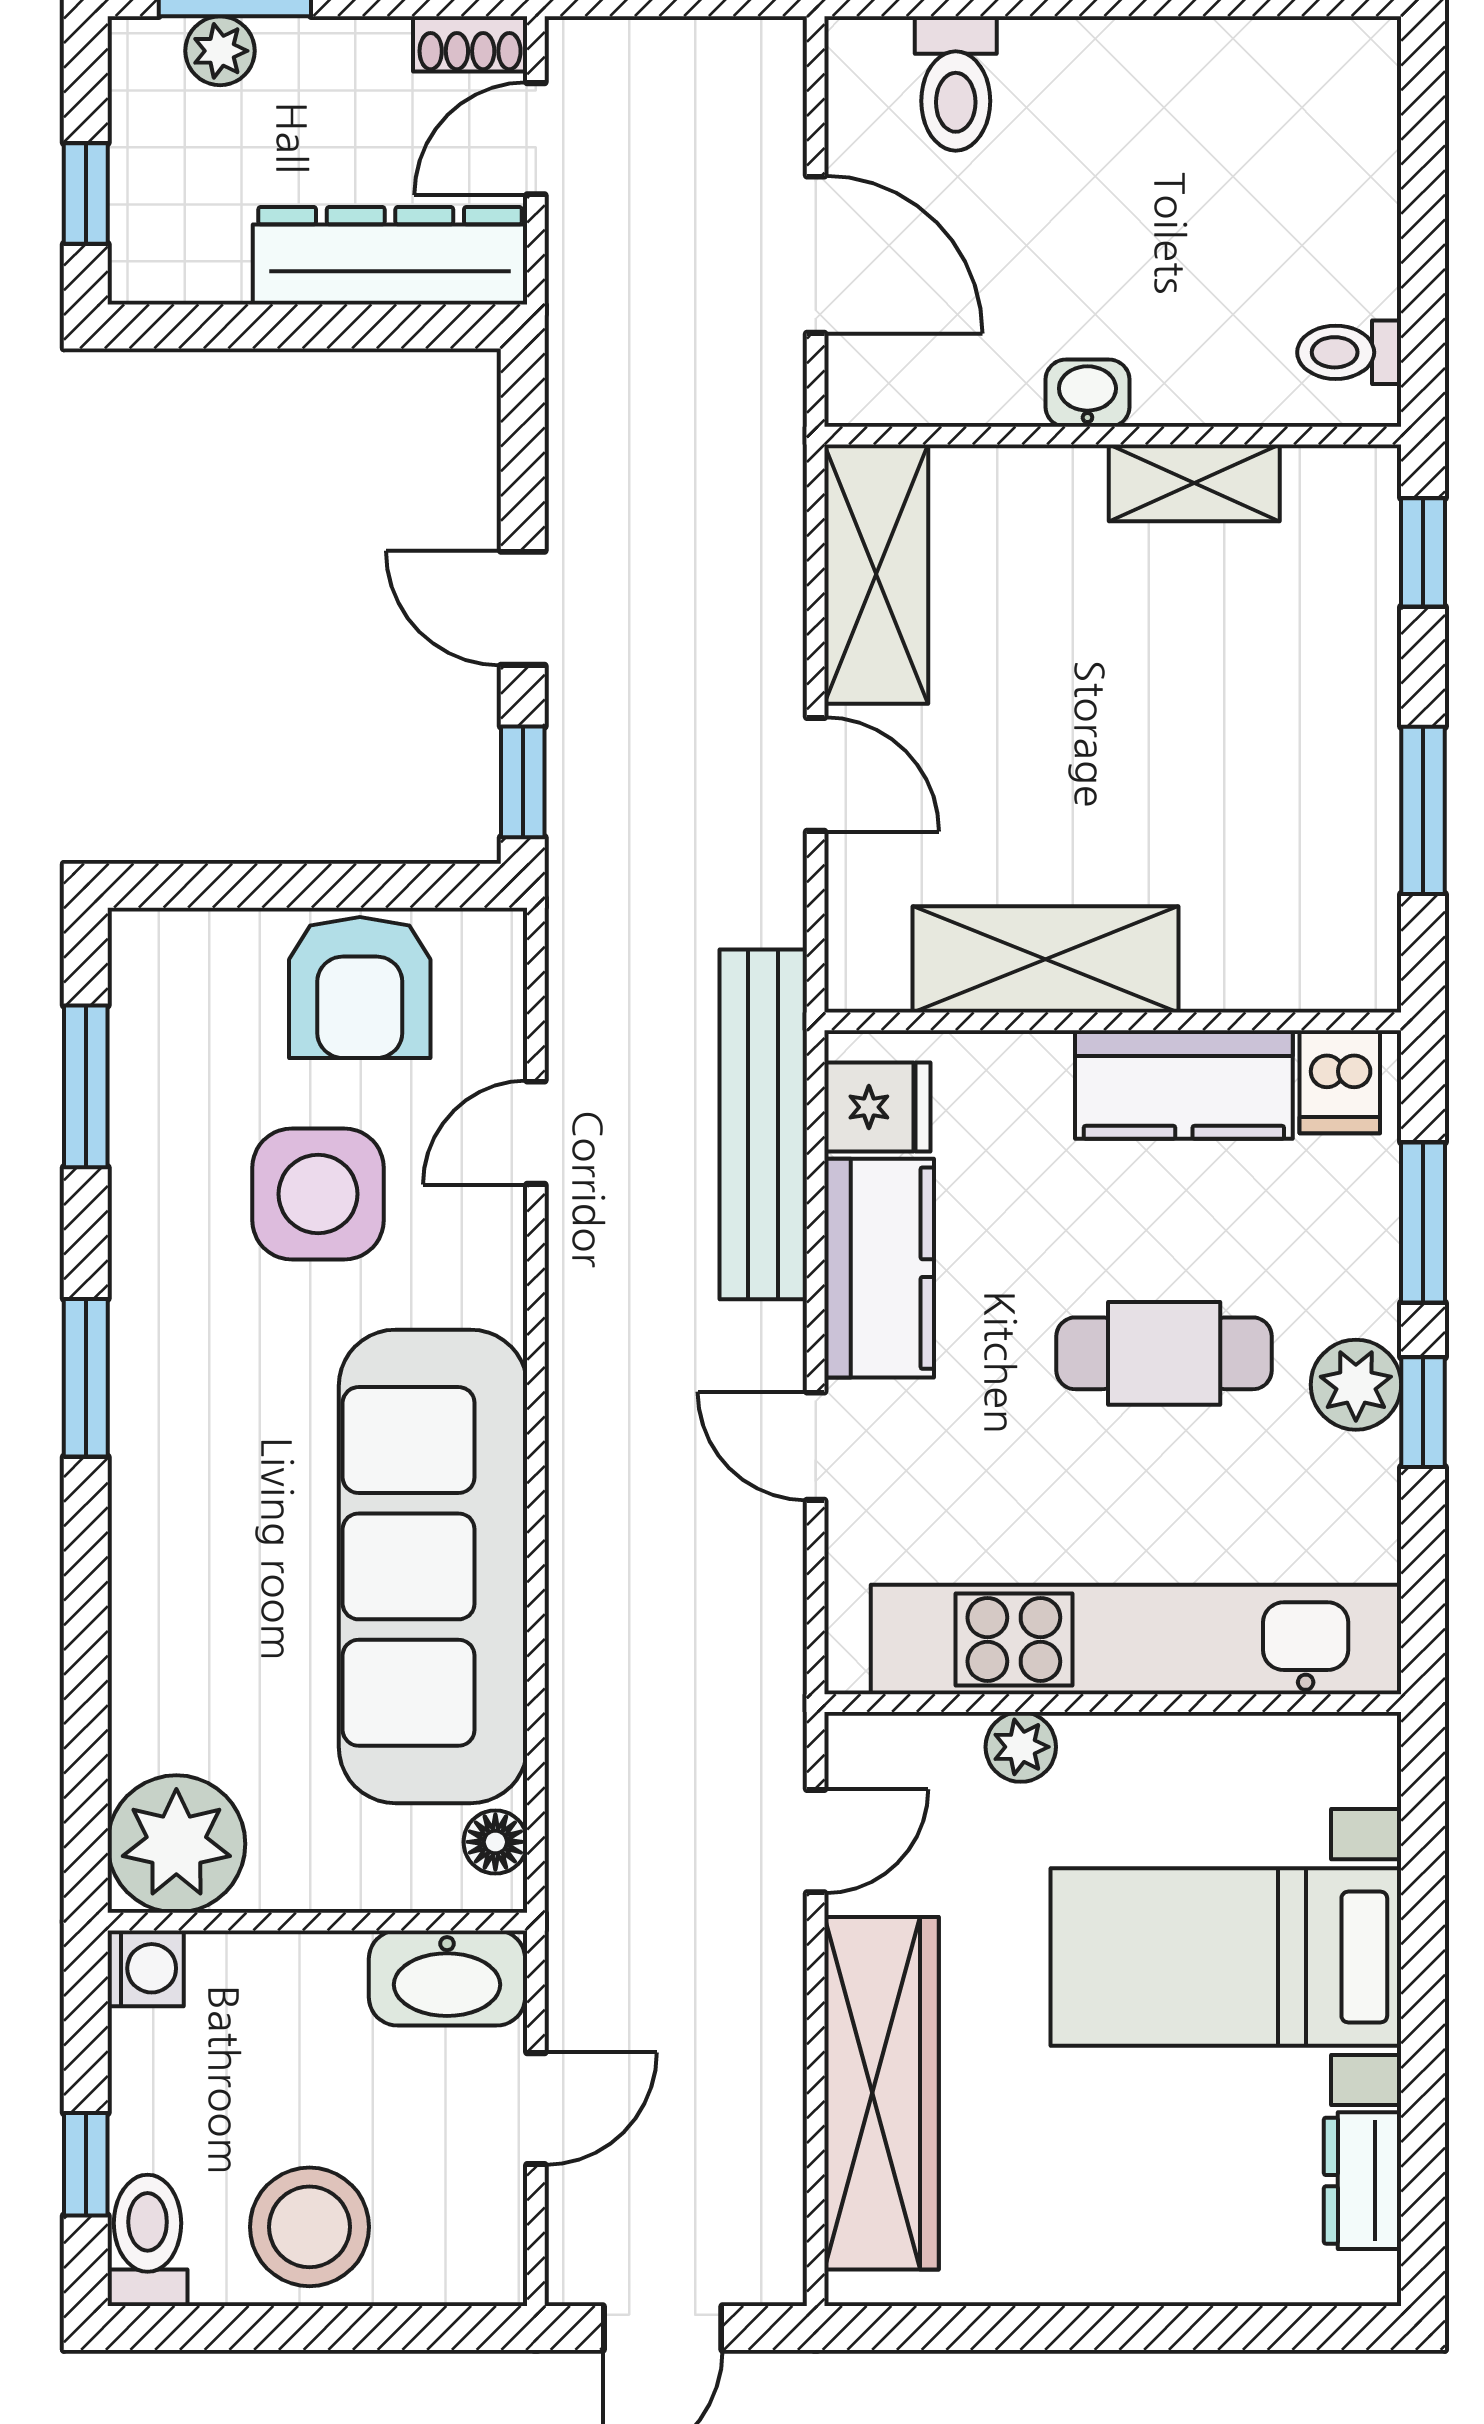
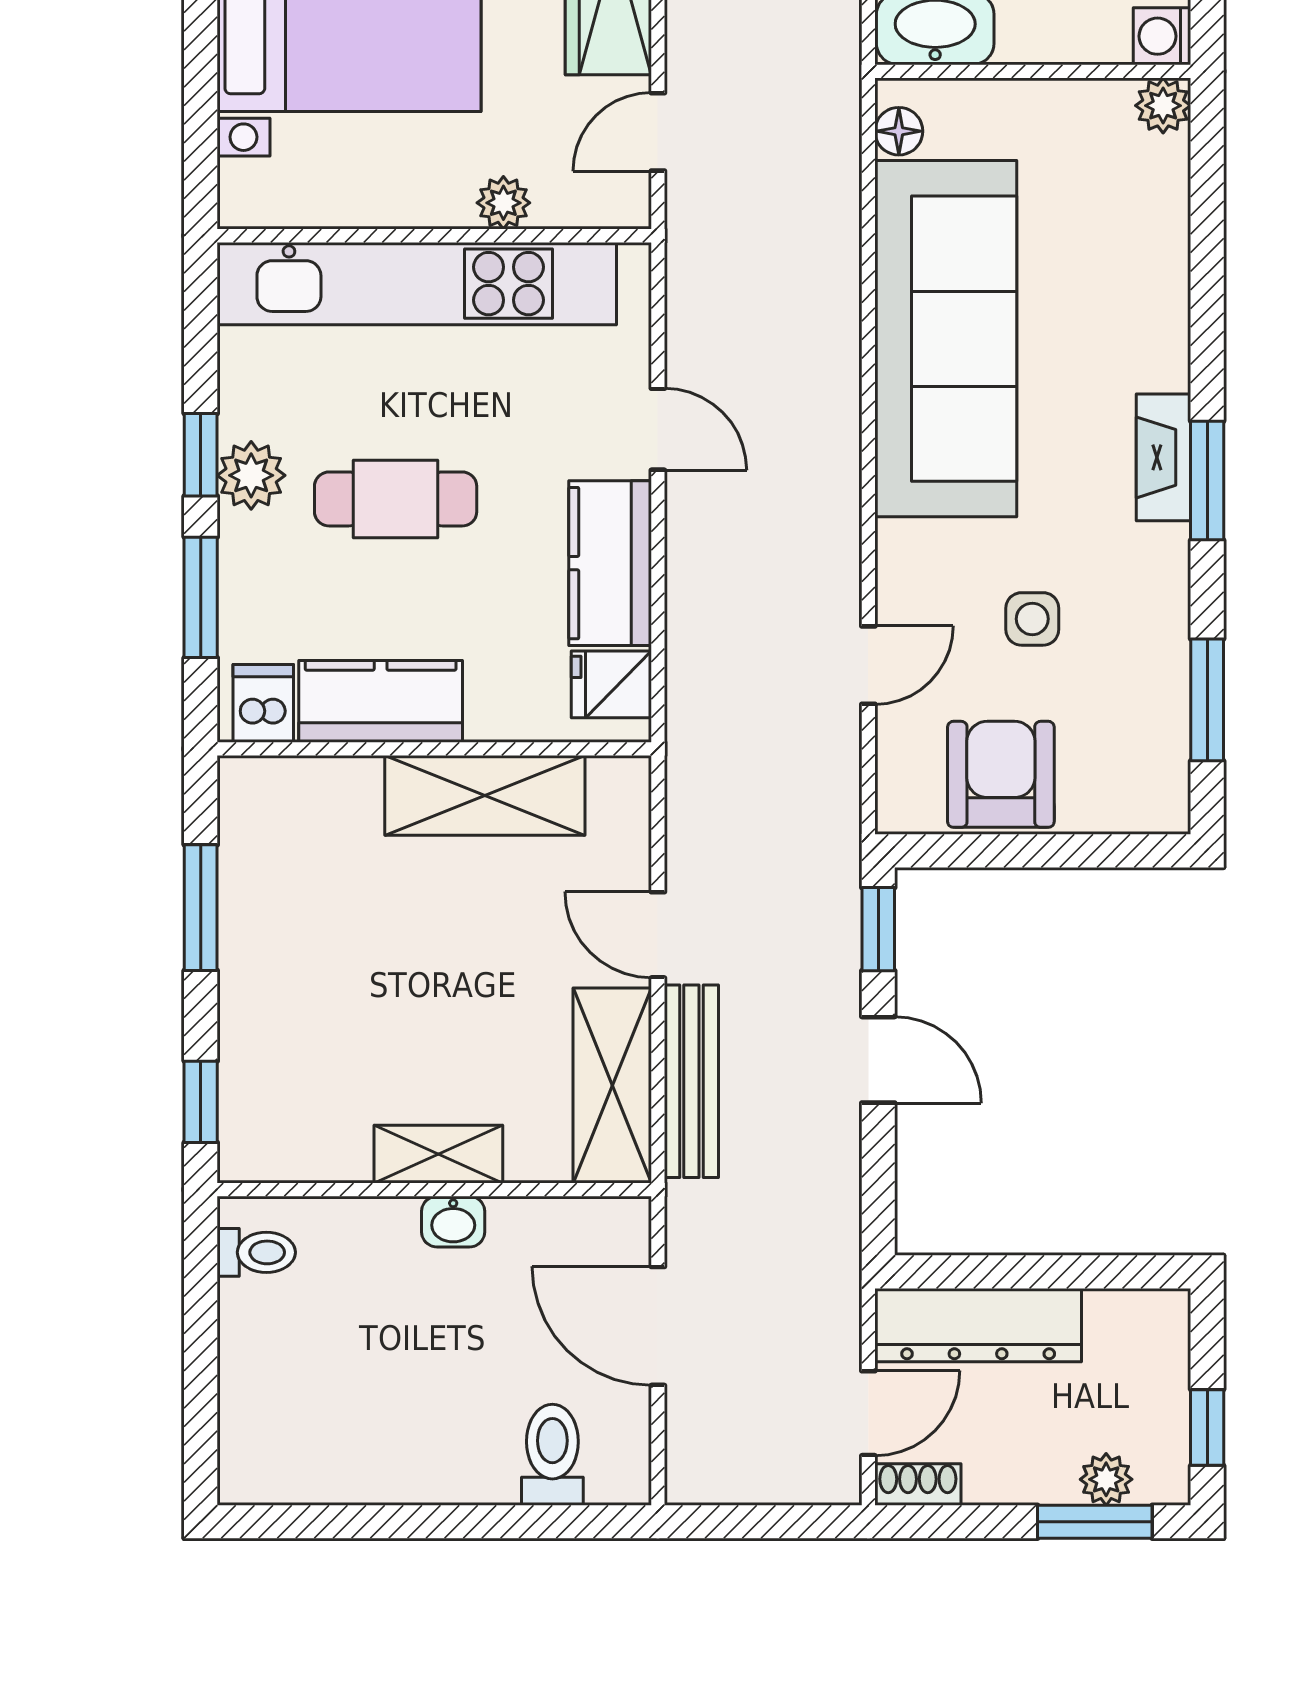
window: (86, 193) -> (1207, 1427), moved
shelving: (1194, 483) -> (438, 1154), moved
bench: (763, 1124) -> (691, 1081), moved, width x0.73, depth x0.82
side table: (318, 1194) -> (1032, 619), width x0.54, depth x0.54
fireplace: (144, 1409) -> (1164, 457), added
plant: (176, 1844) -> (1163, 106), width x0.53, depth x0.53

